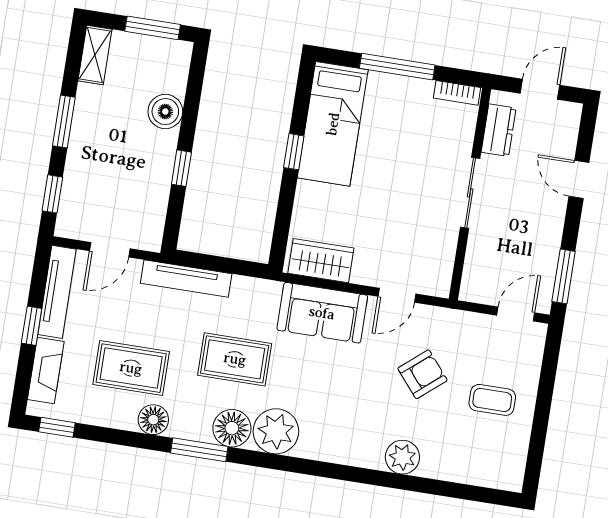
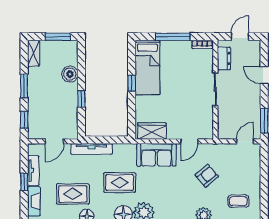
tv unit: (57, 292) -> (33, 171), width x0.71
coffee table: (492, 400) -> (238, 201), moved

